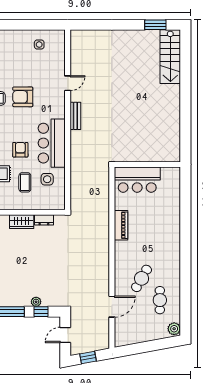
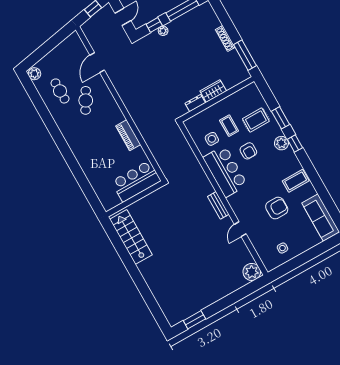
plant: (79, 39) -> (252, 272), added
stairs: (170, 57) -> (131, 237), moved
armchair: (23, 97) -> (277, 208), moved

